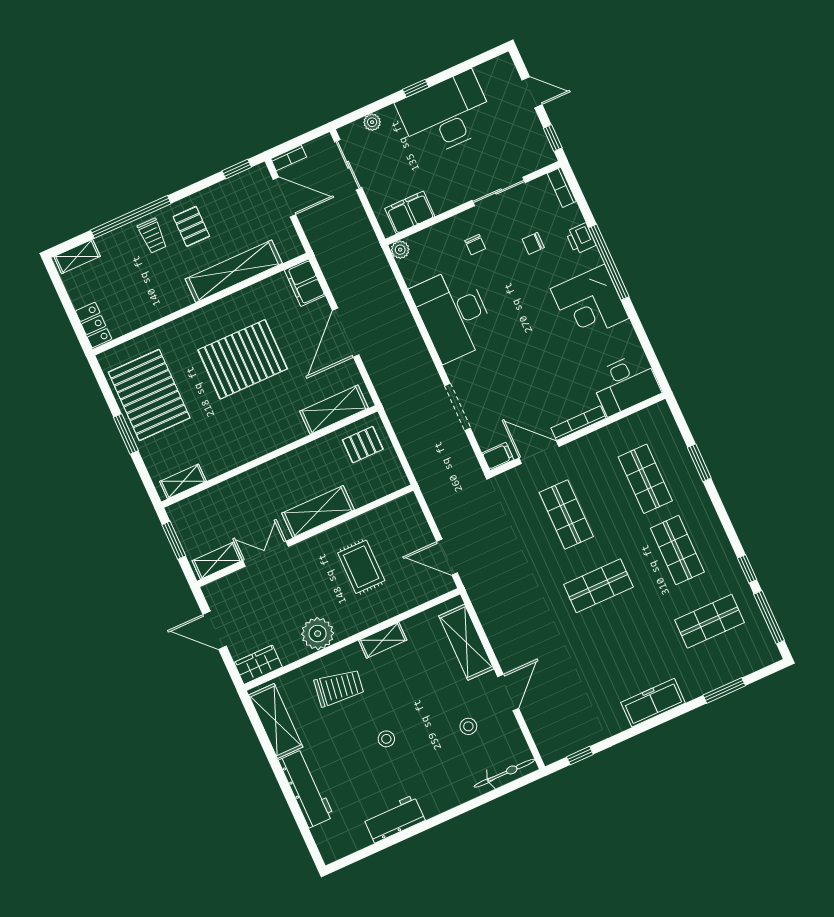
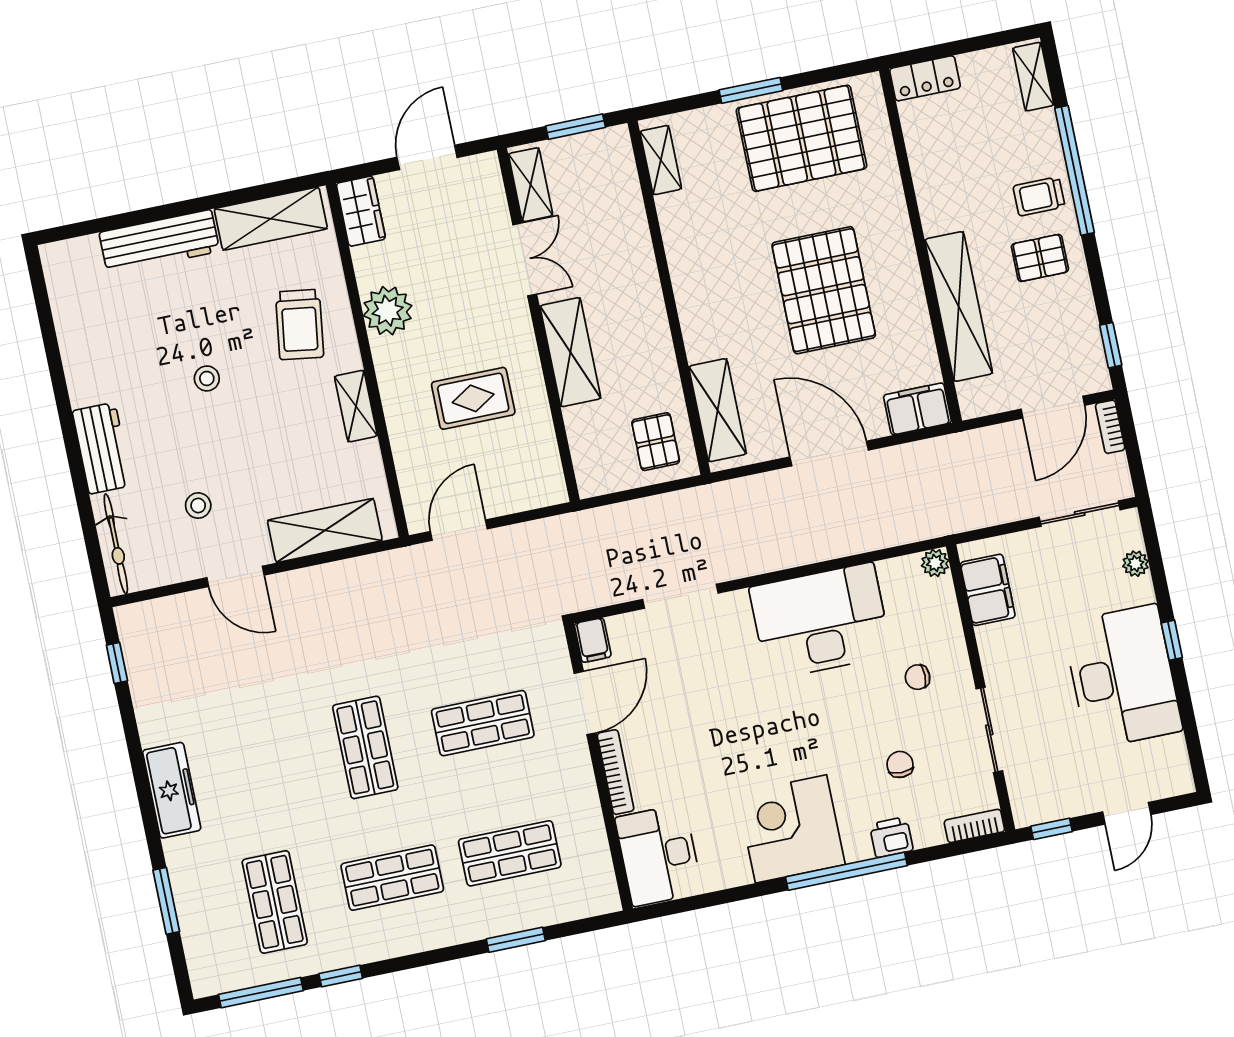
workbench: (394, 819) -> (102, 448), moved

